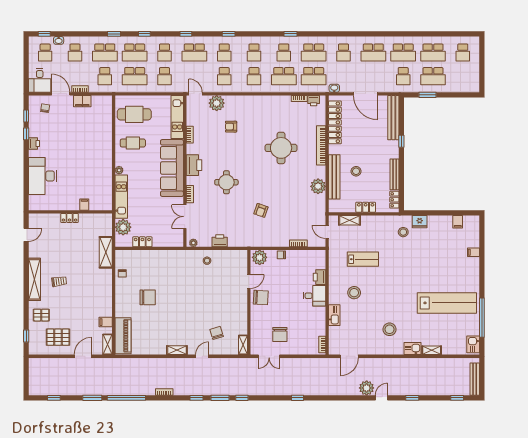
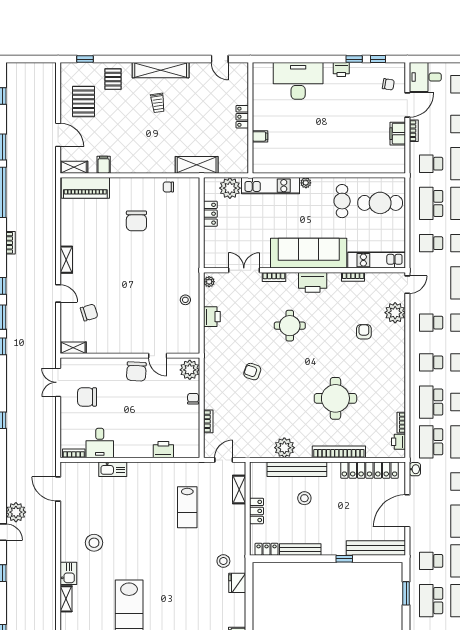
cafe table: (134, 114) -> (380, 203), turned 90
stool: (354, 293) -> (143, 496), removed
desk: (315, 296) -> (100, 443), moved

